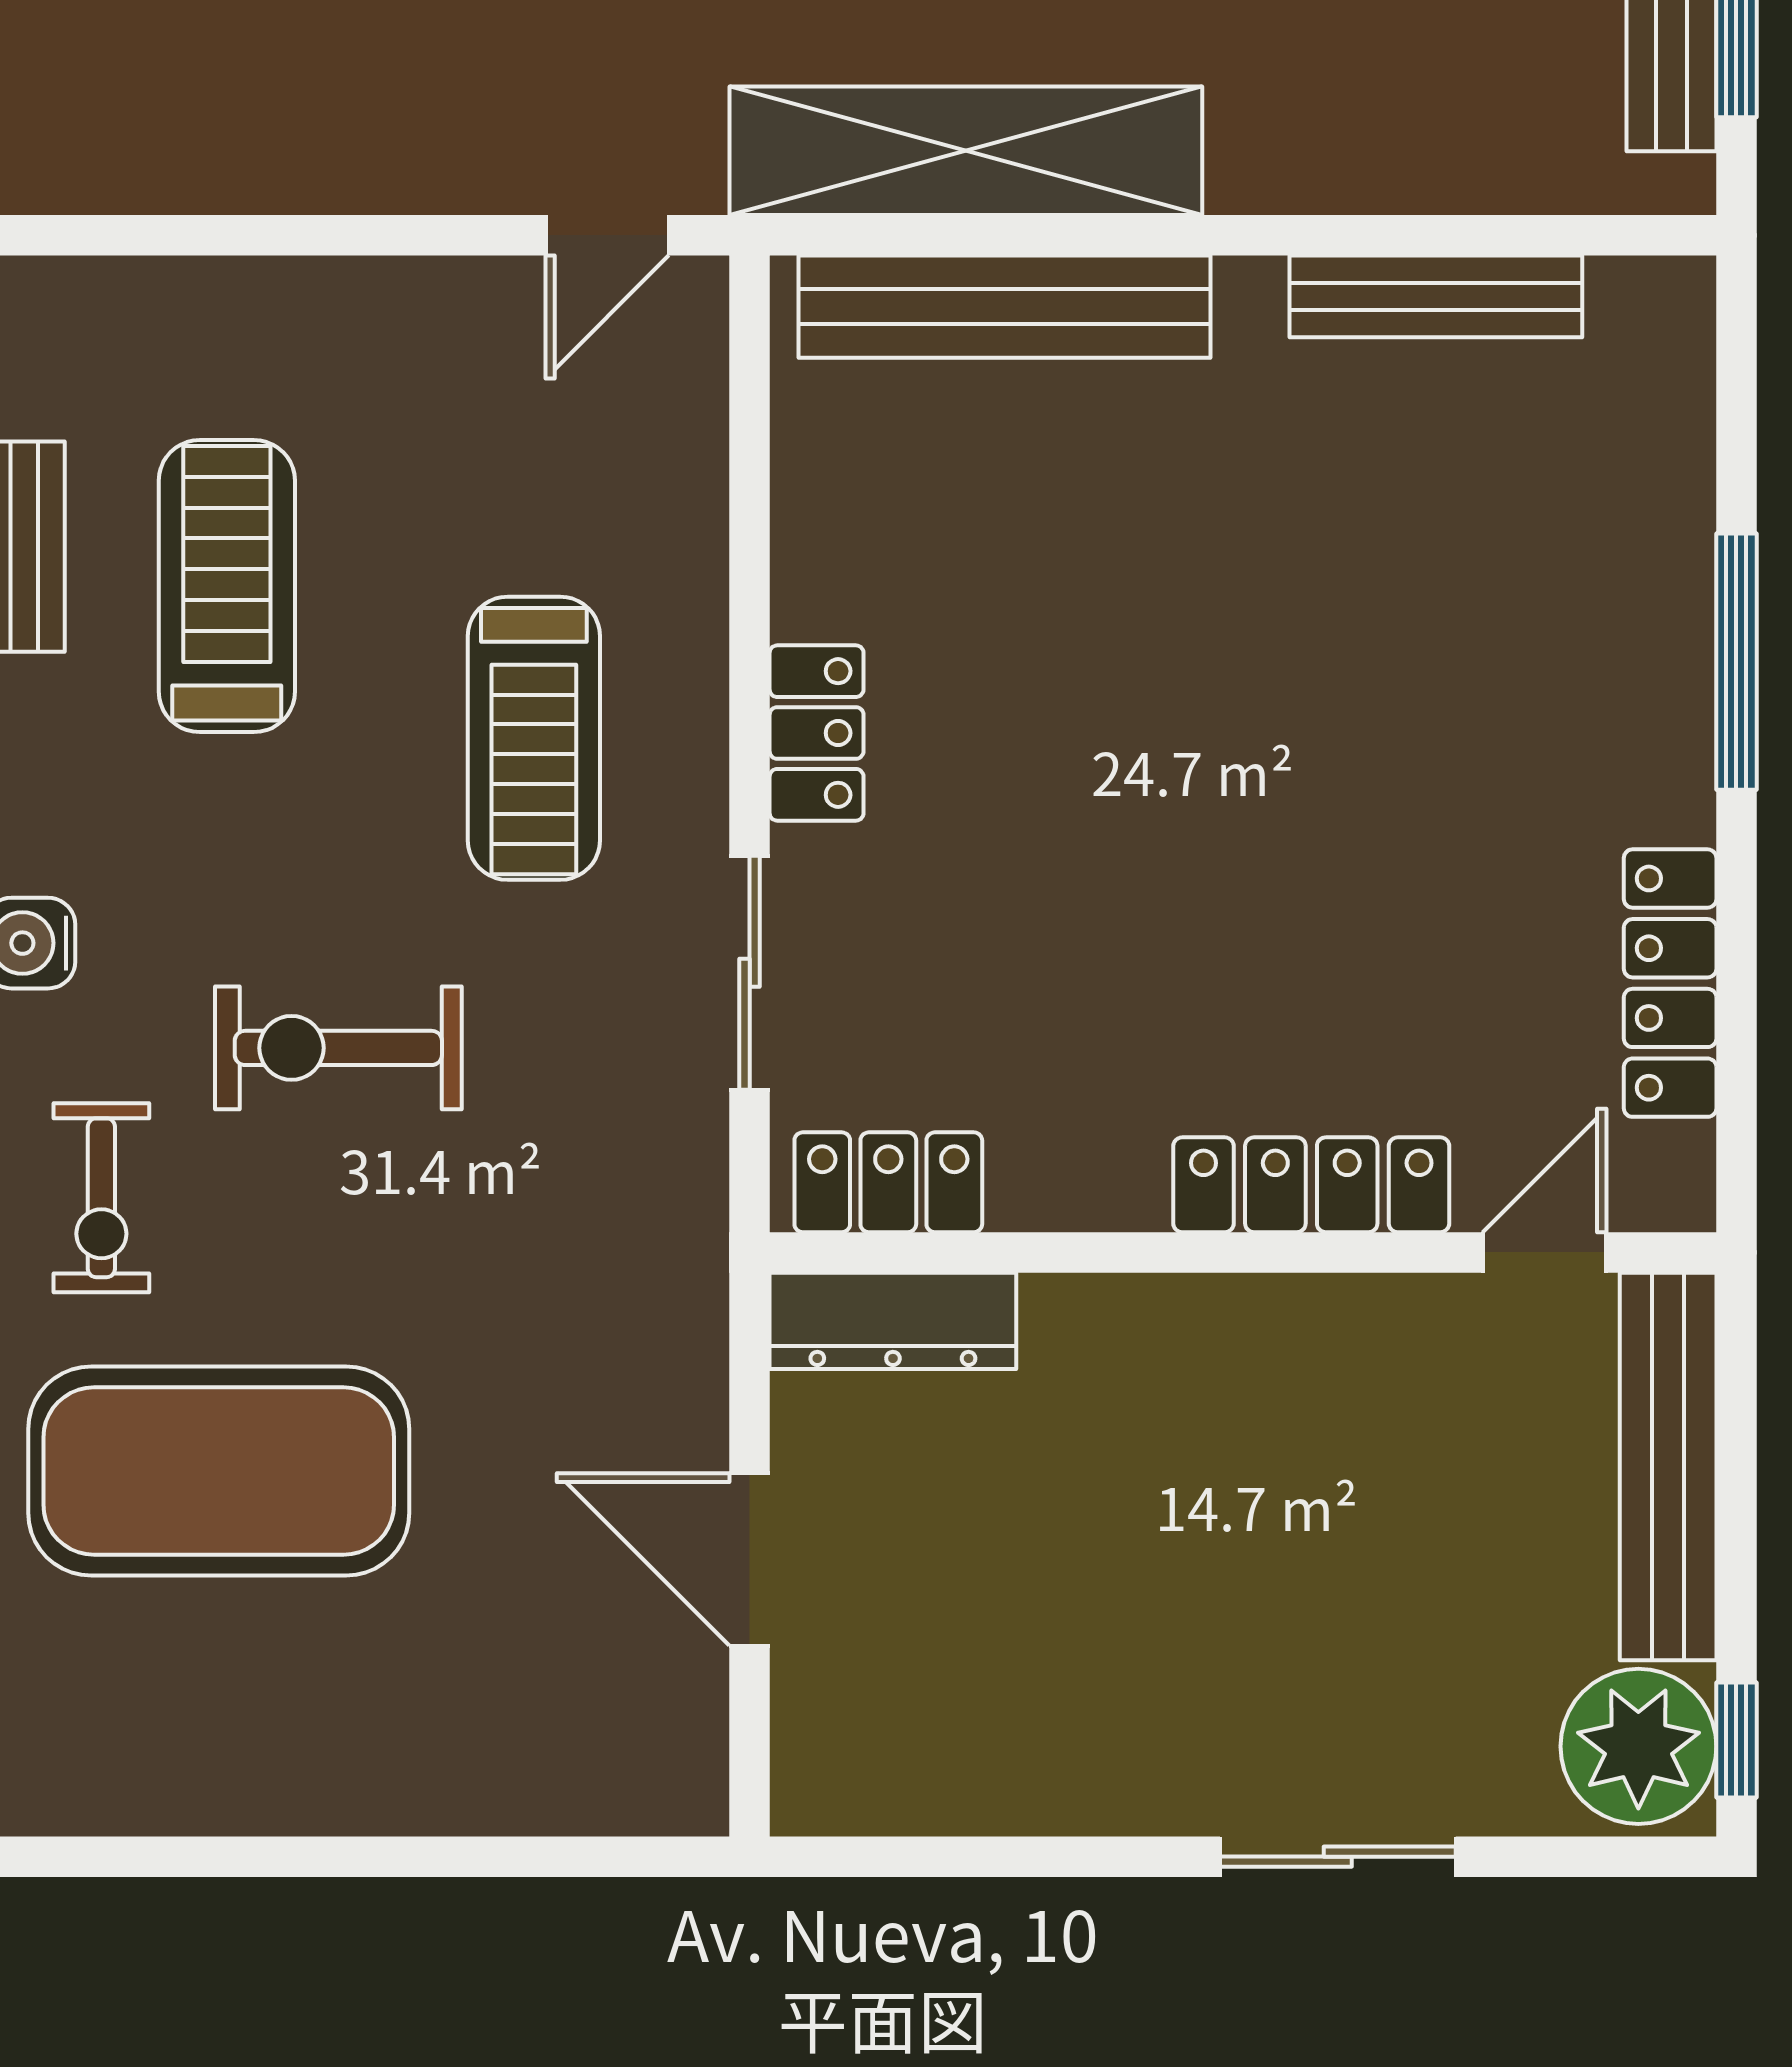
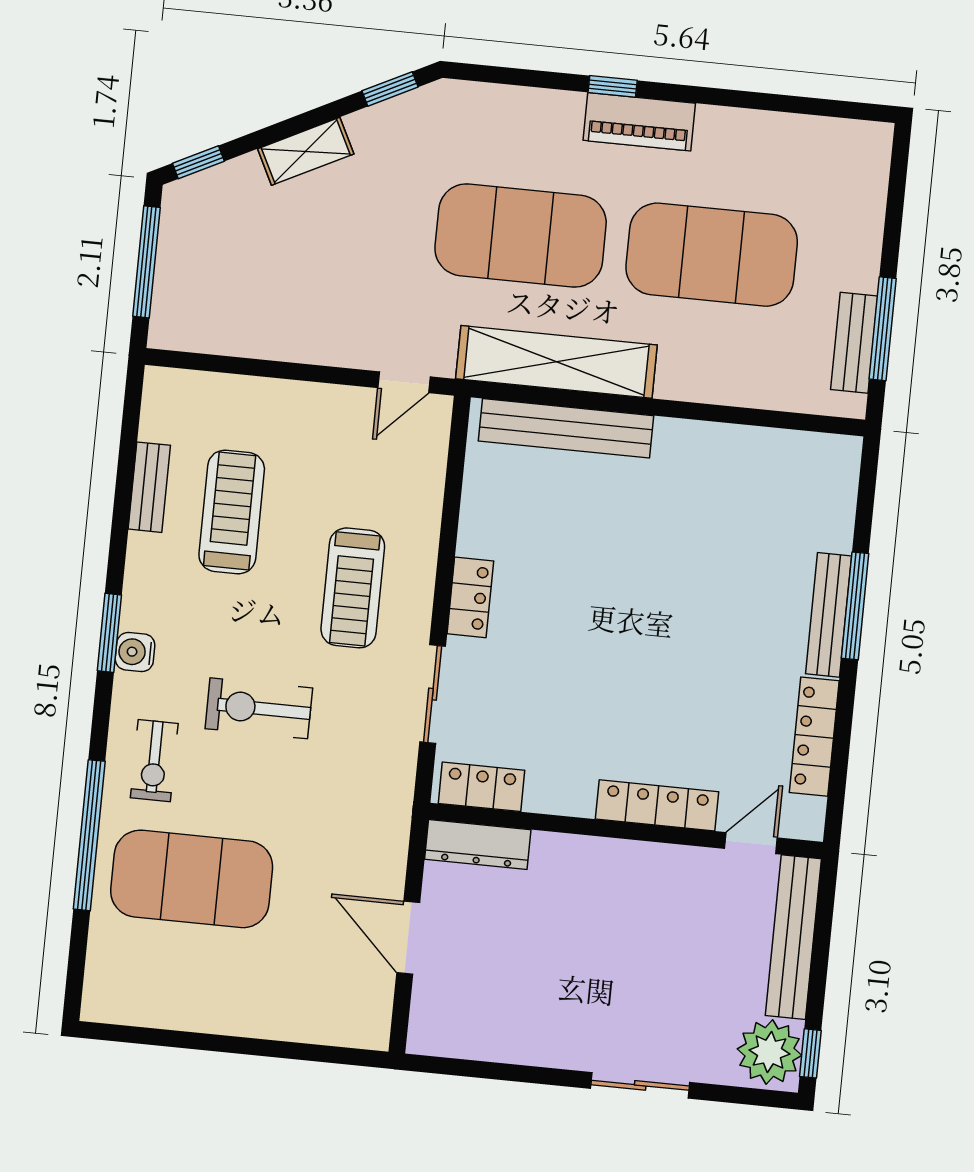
bench: (1436, 296) -> (829, 615), moved, turned 90

